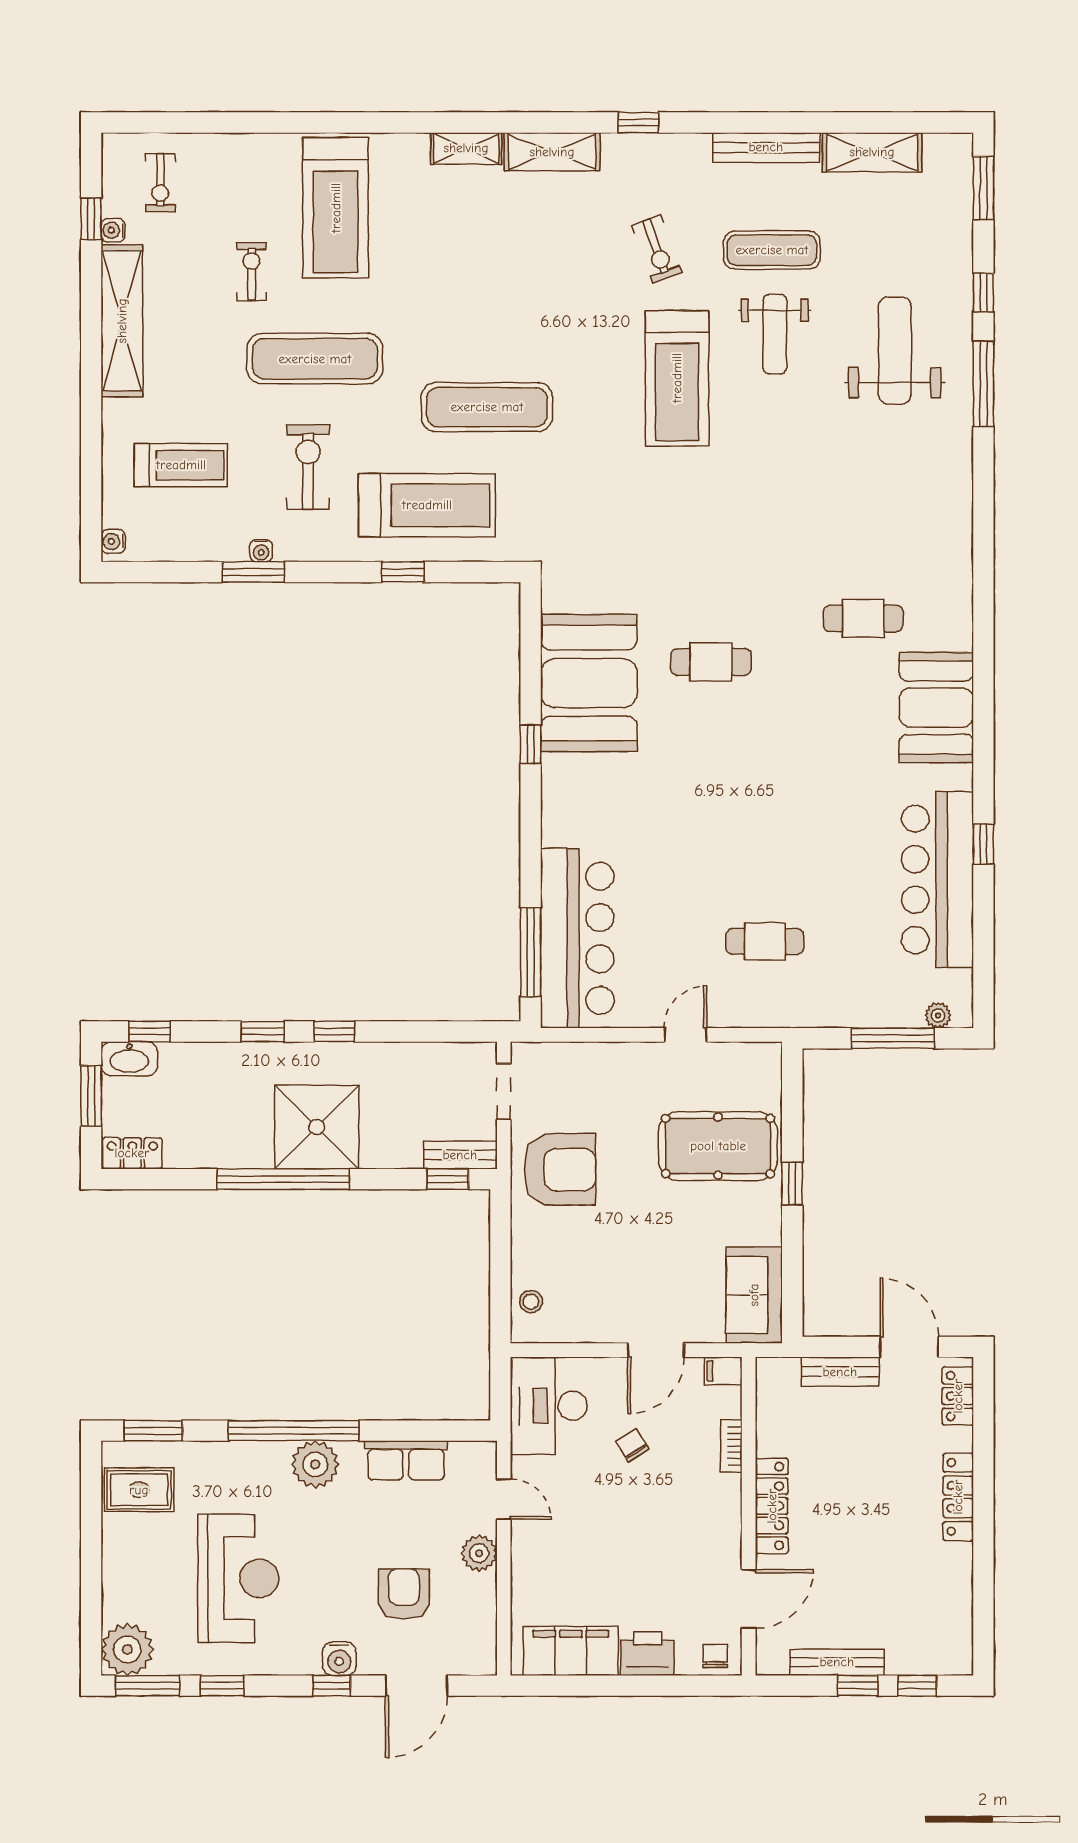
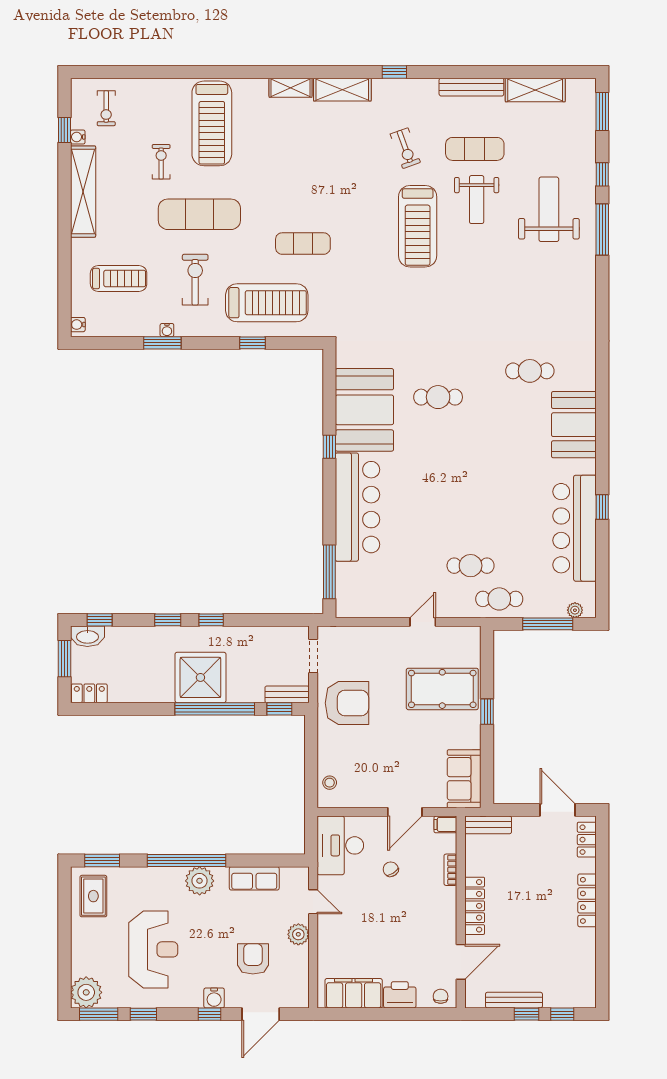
exercise mat: (487, 407) -> (303, 244), width x0.73, depth x0.69
bar counter: (577, 938) -> (357, 507), moved
cafe table: (812, 997) -> (499, 599), added
window: (283, 1179) -> (215, 709), moved
bench: (840, 1372) -> (488, 825), moved
rug: (139, 1490) -> (93, 896), turned 90

